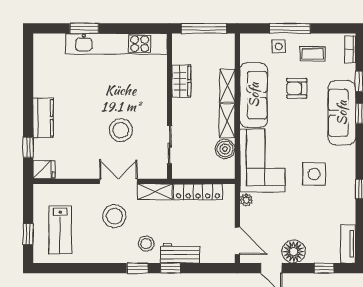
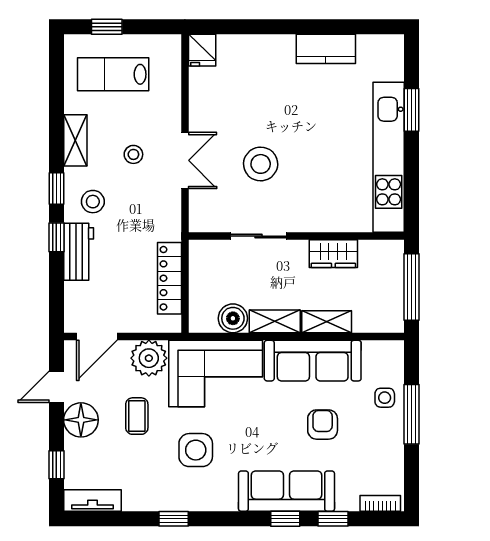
coffee table: (313, 54) -> (137, 416), moved
kitchen counter: (43, 118) -> (326, 49), moved
sliding door: (169, 145) -> (259, 236), moved
window: (28, 147) -> (235, 27), removed
shelving: (155, 192) -> (75, 140), moved
plant: (246, 200) -> (149, 358), width x1.87, depth x1.87
stool: (114, 216) -> (133, 154), width x0.53, depth x0.53

